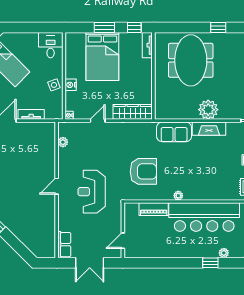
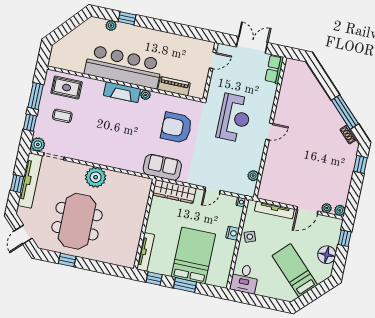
tv unit: (147, 45) -> (146, 252), width x1.41
meeting table: (191, 60) -> (77, 221), moved
tv unit: (31, 114) -> (274, 210), width x1.41
fireplace: (209, 129) -> (122, 92), moved, turned 180
sofa: (174, 132) -> (162, 167), moved

